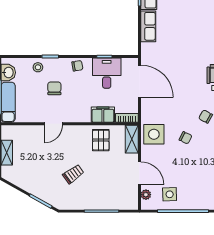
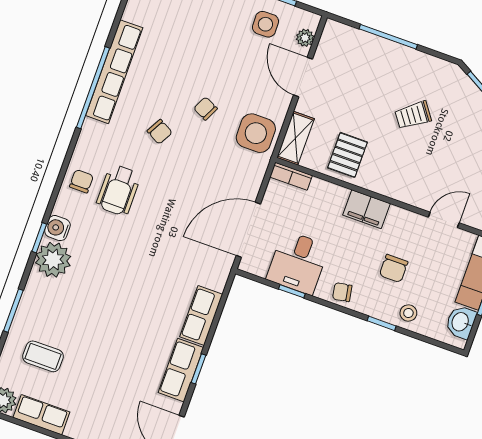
door: (139, 81) -> (248, 230), hinge flipped
filing cabinet: (103, 115) -> (366, 209), moved
door: (53, 124) -> (444, 220), moved

